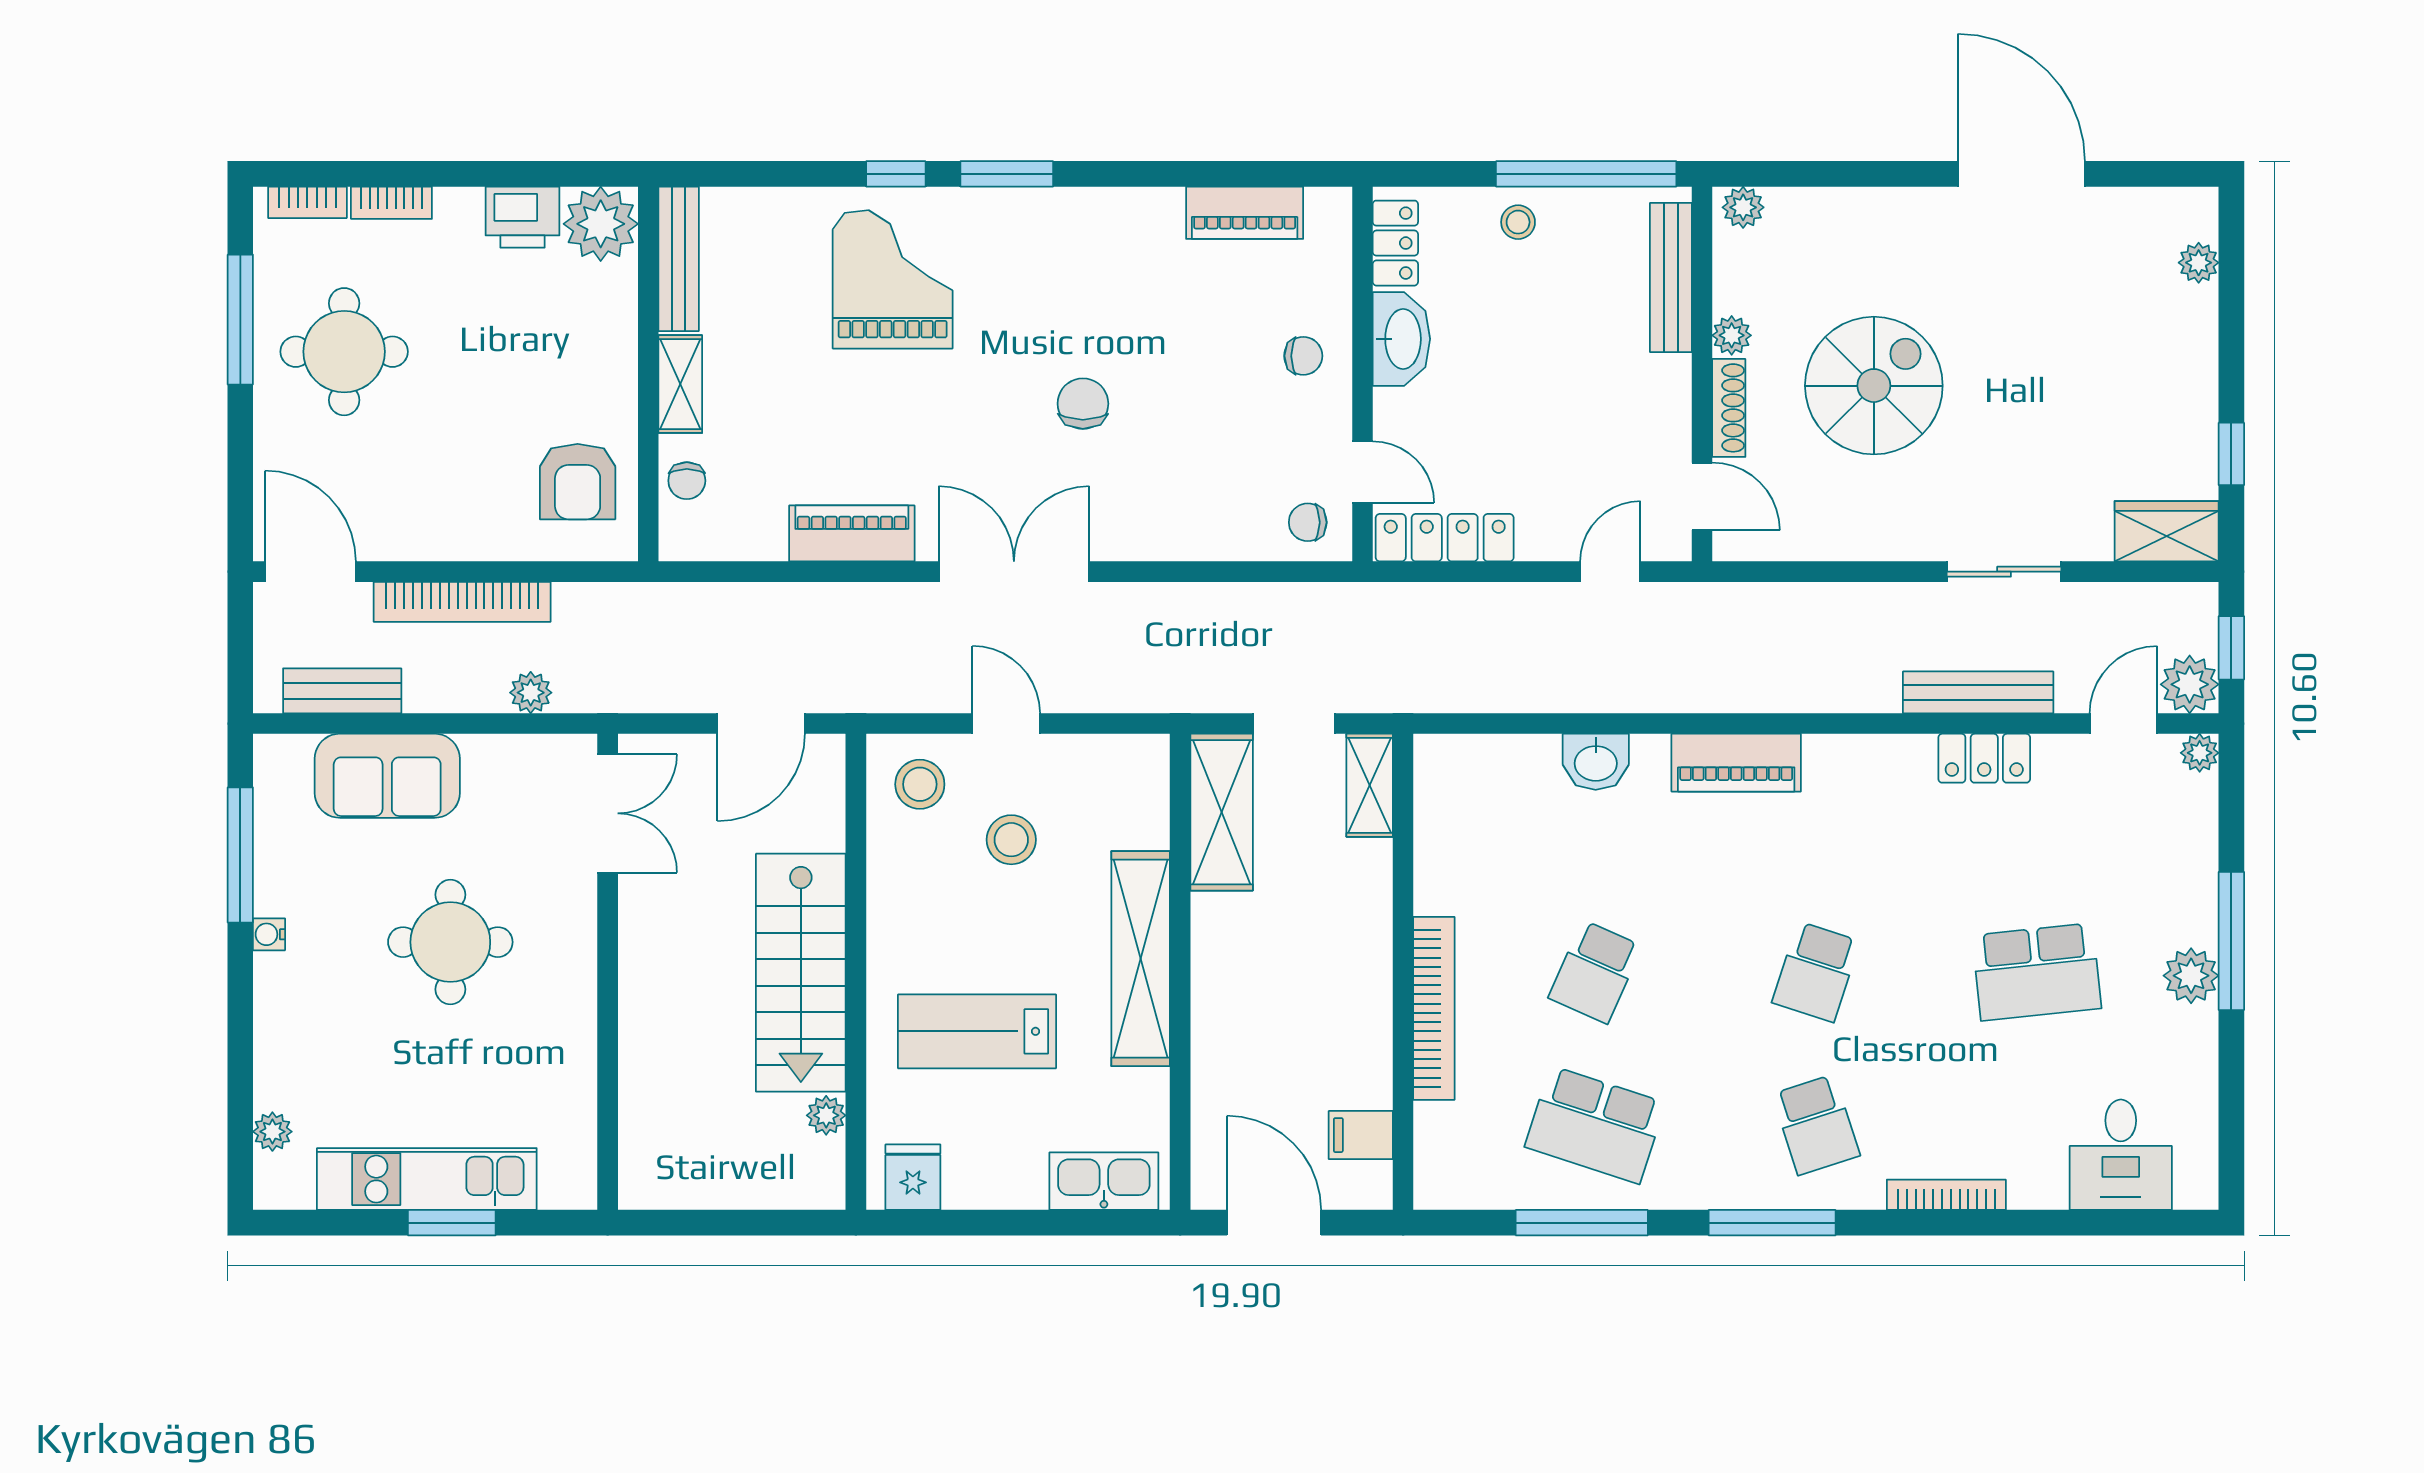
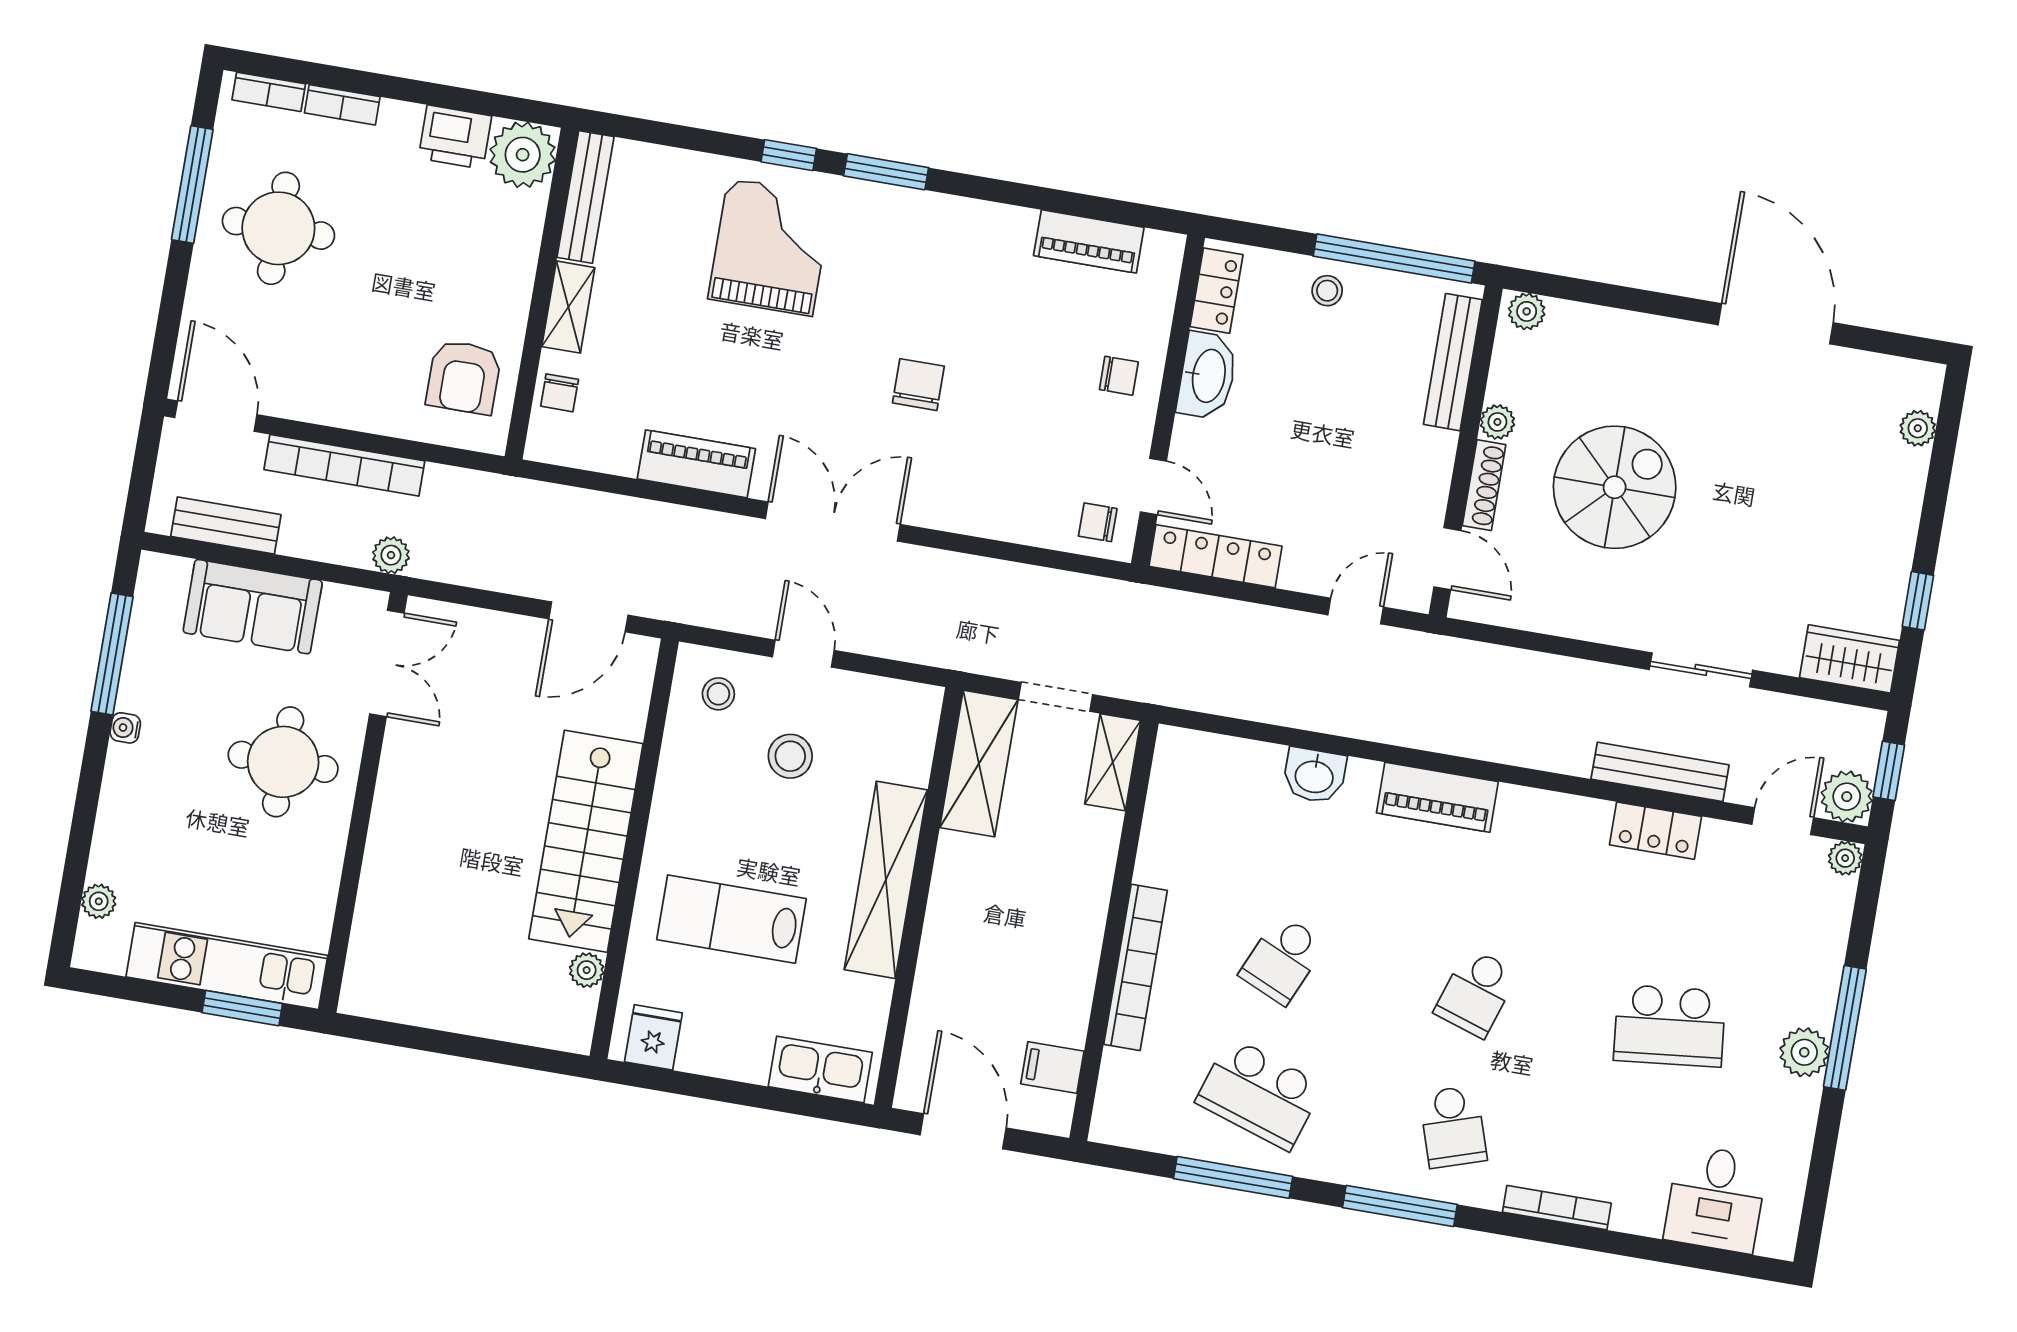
stool: (920, 784) -> (718, 694), width x0.73, depth x0.73
double door: (608, 813) -> (387, 664), moved
wall: (608, 972) -> (363, 802), moved

